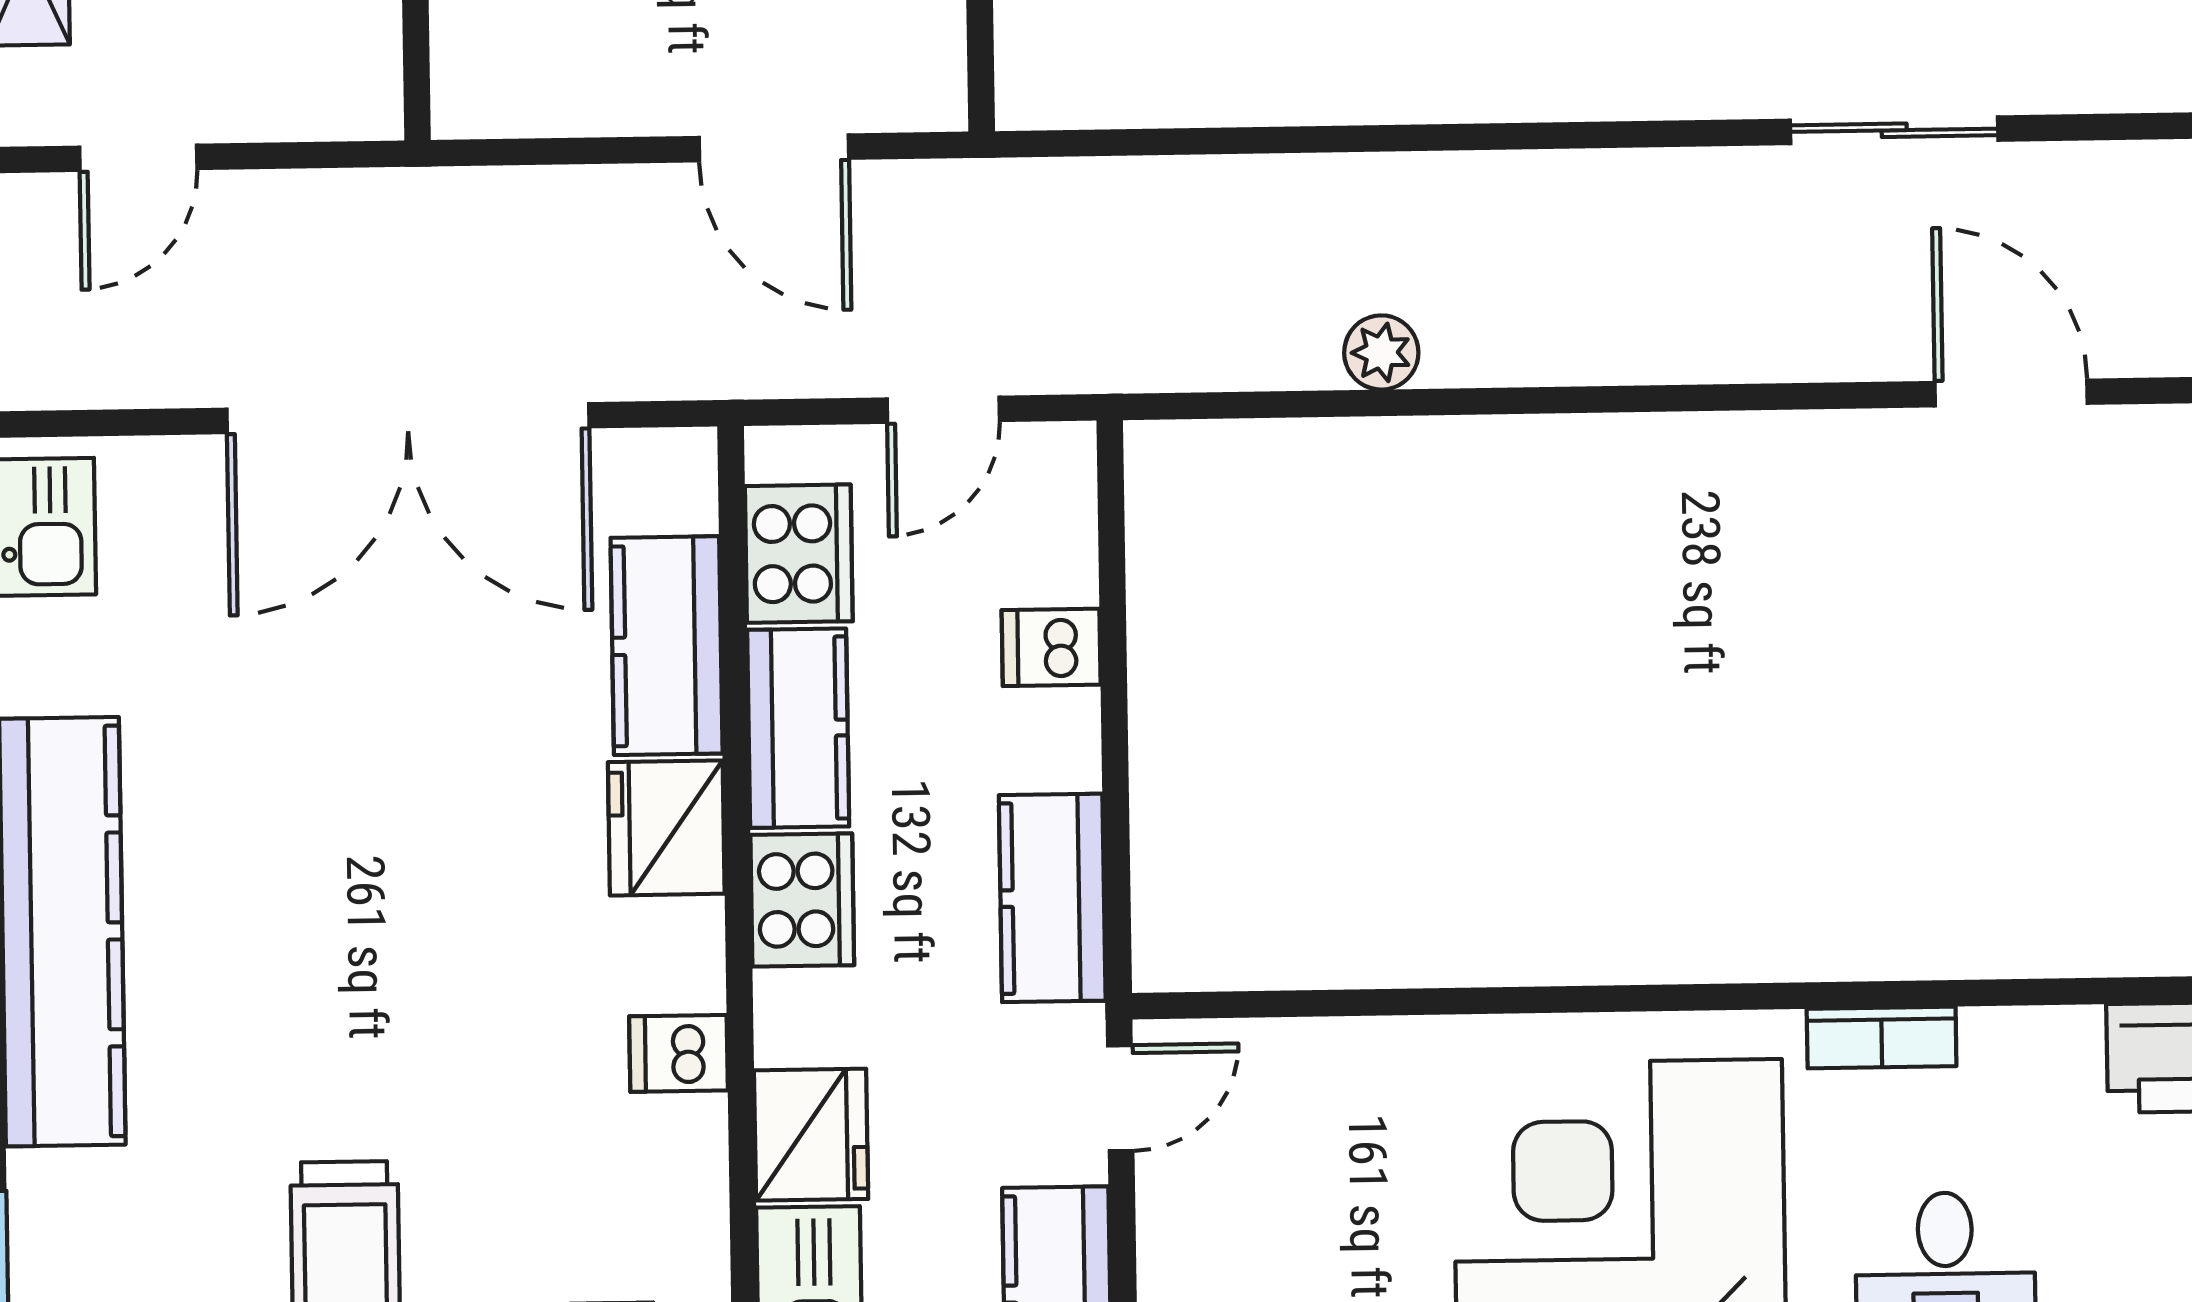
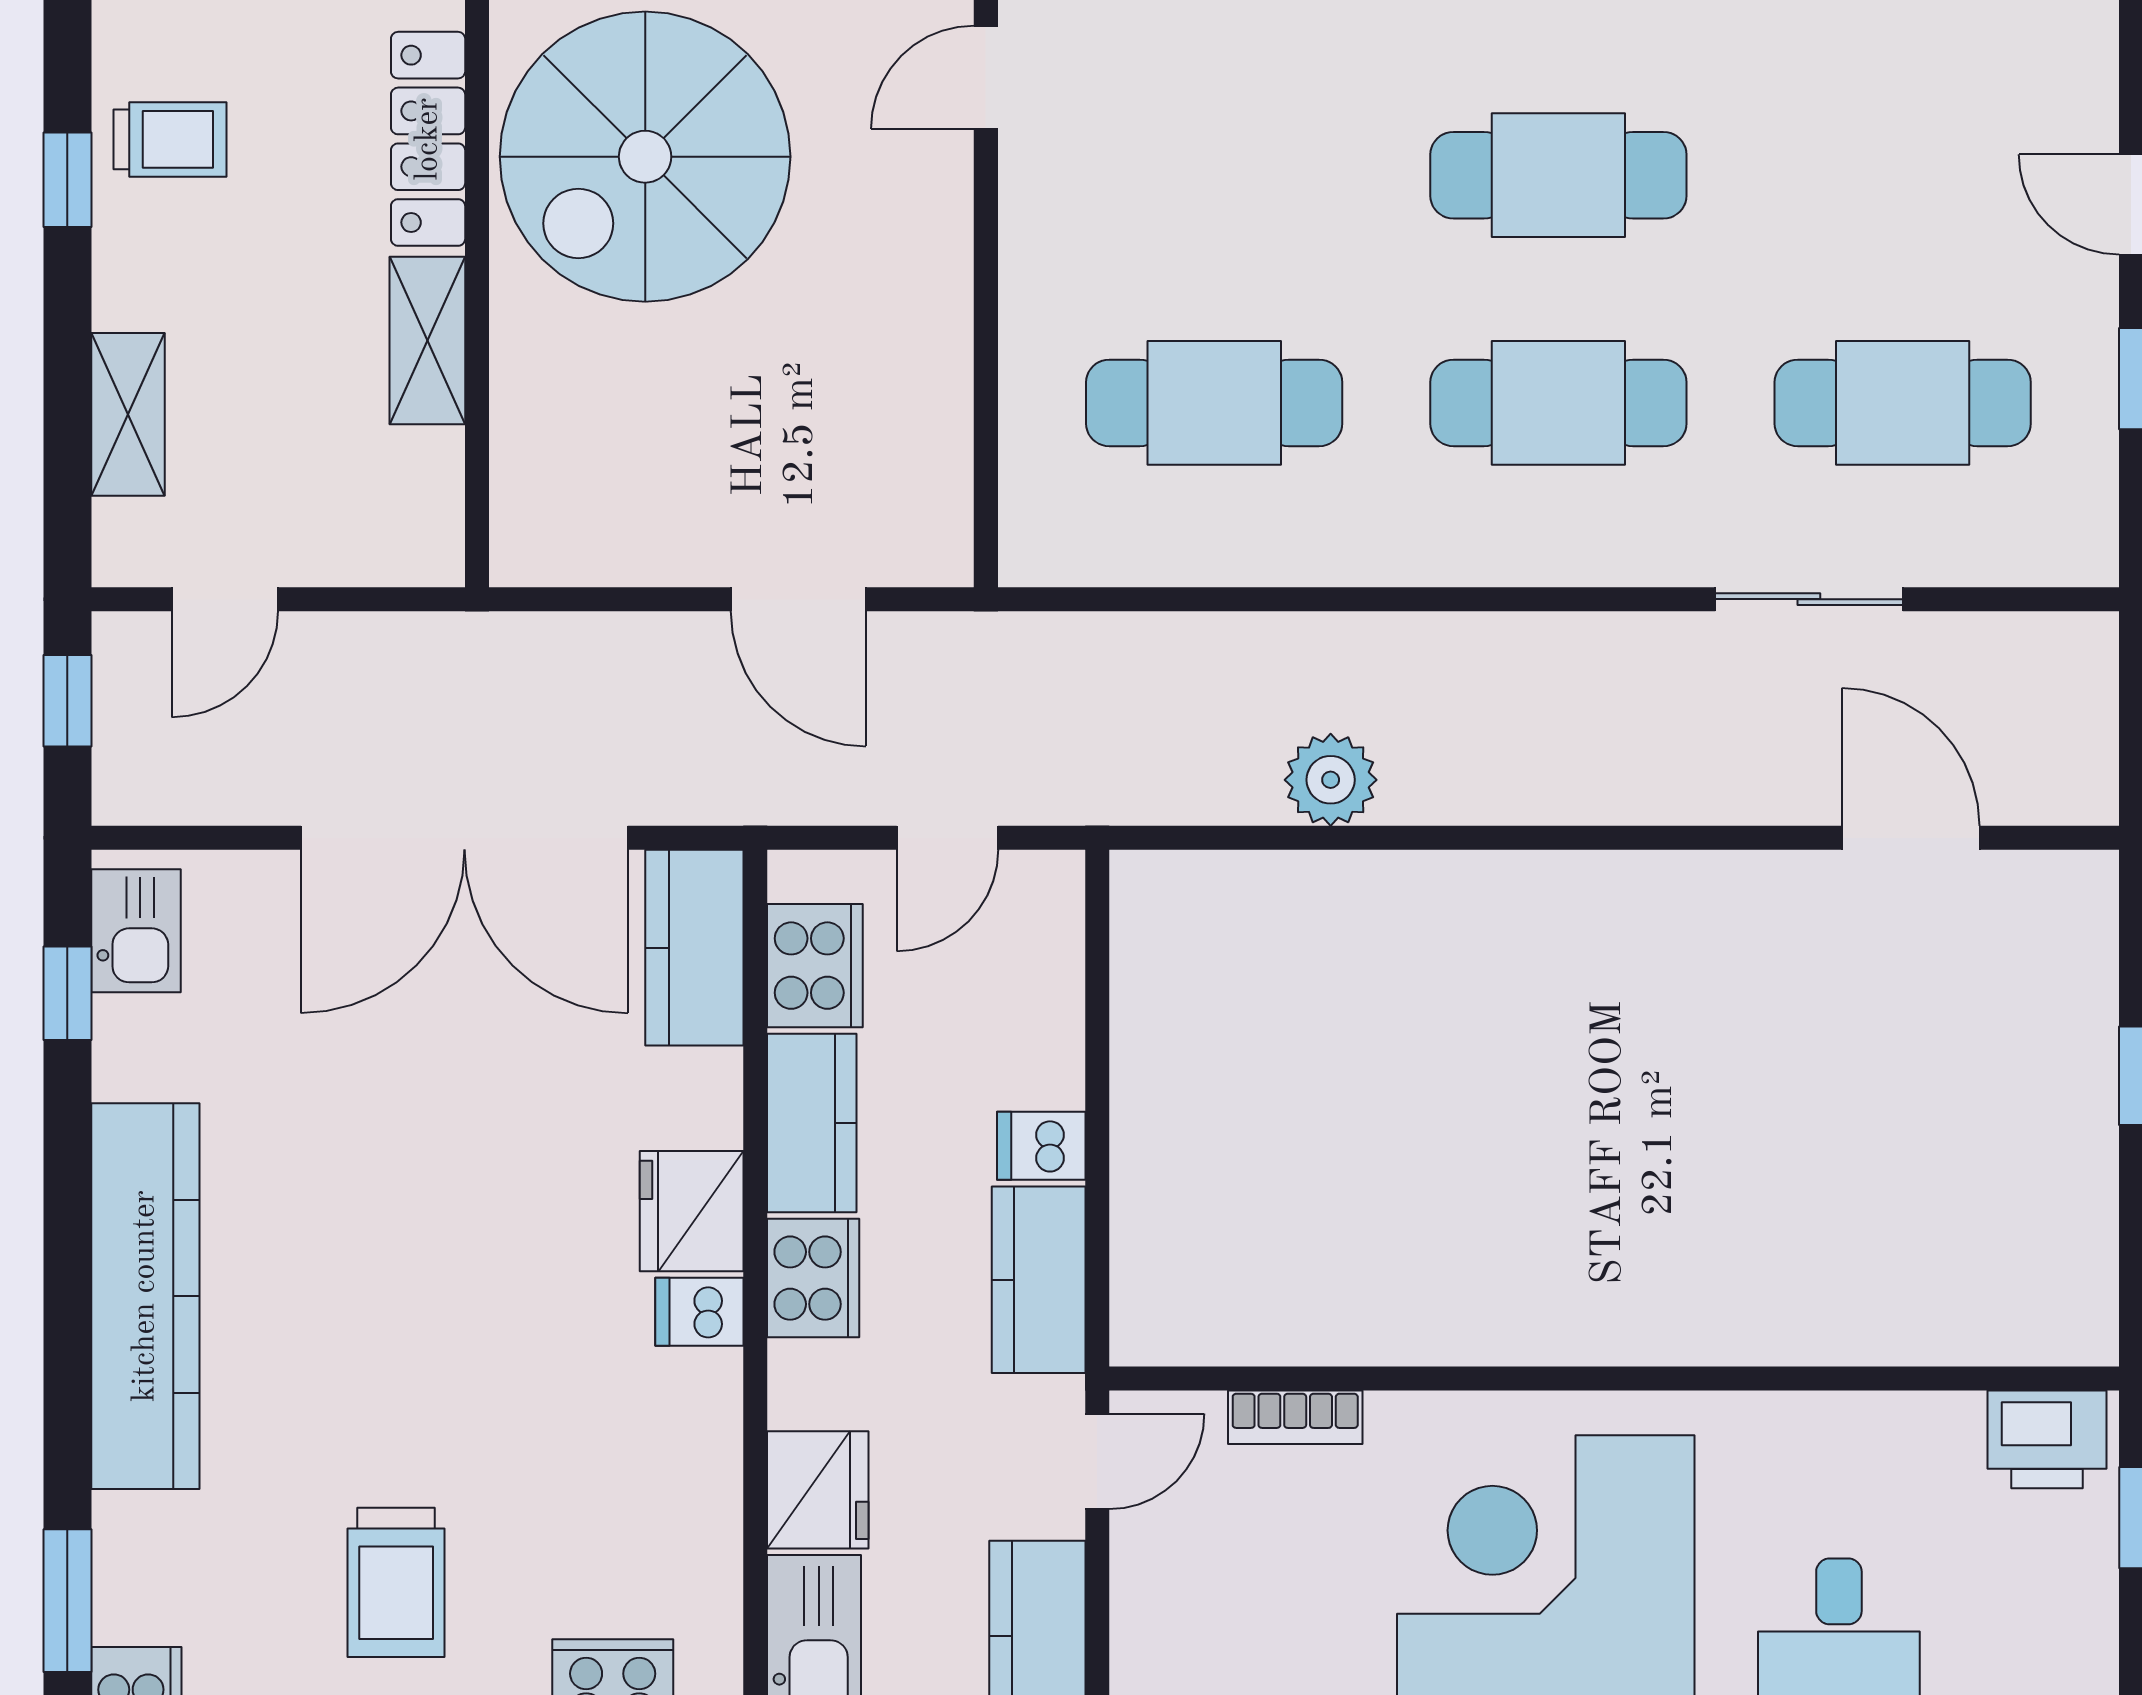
plant: (1381, 352) -> (1331, 780), width x1.38, depth x1.38
kitchen counter: (667, 646) -> (694, 948), moved
dishwasher: (1051, 647) -> (1041, 1146), moved
bookcase: (1882, 1037) -> (1295, 1417), moved
dishwasher: (679, 1053) -> (699, 1312), moved

